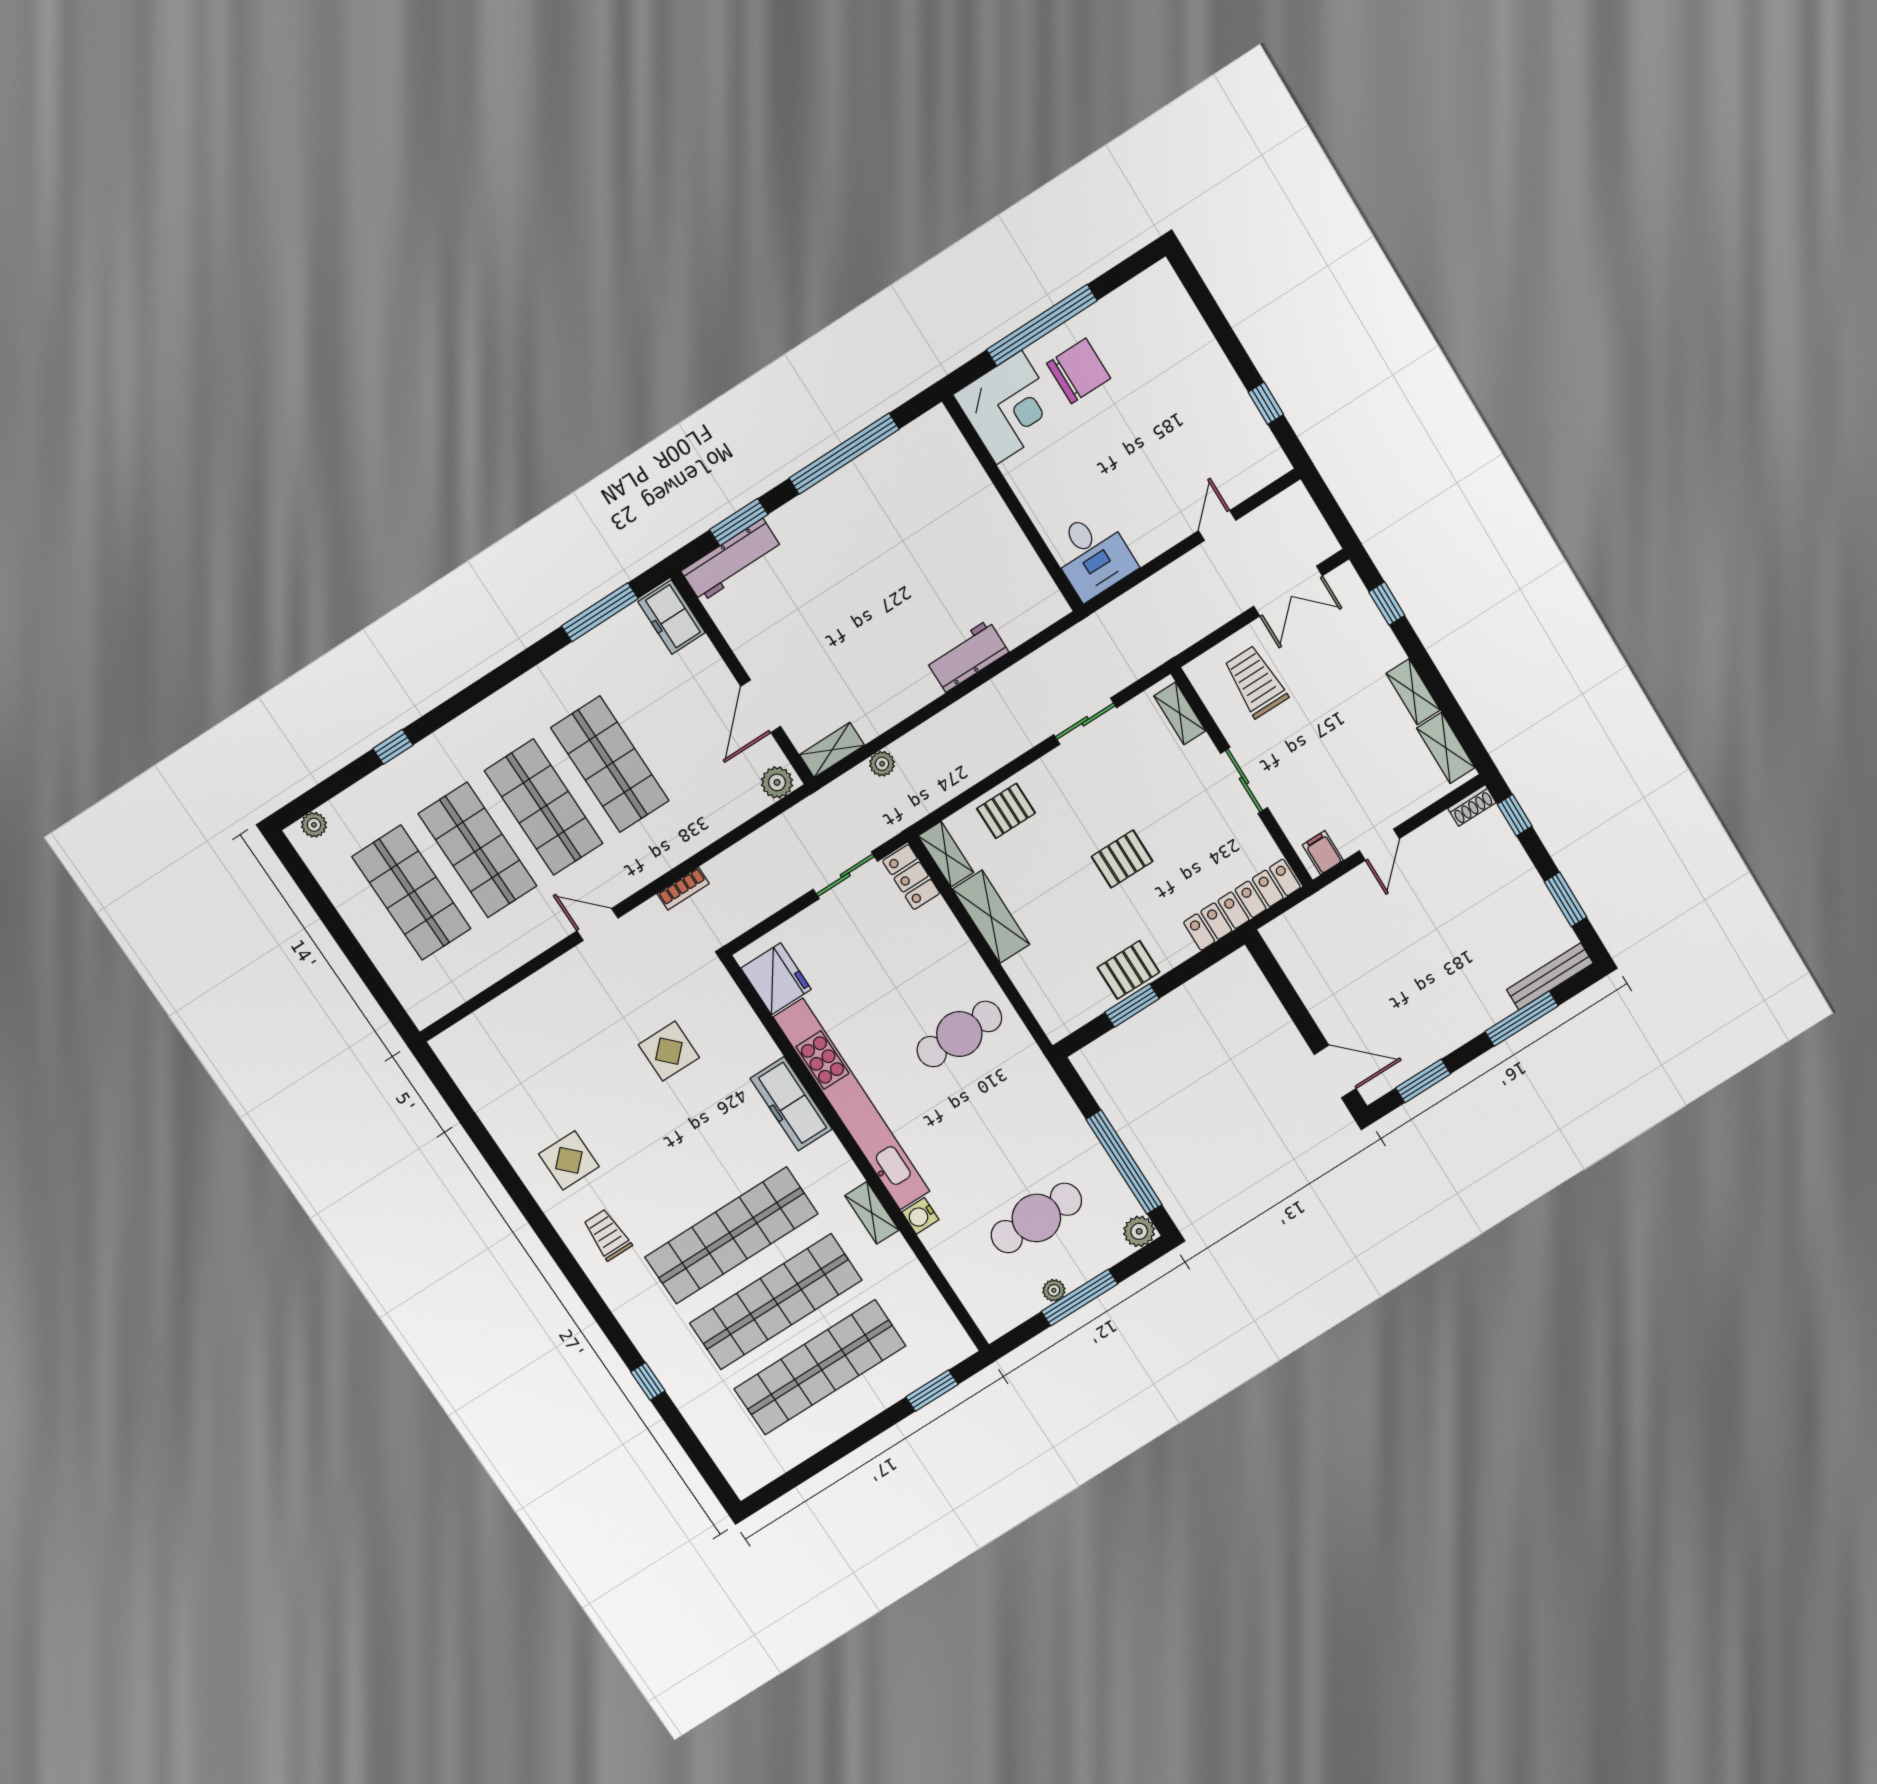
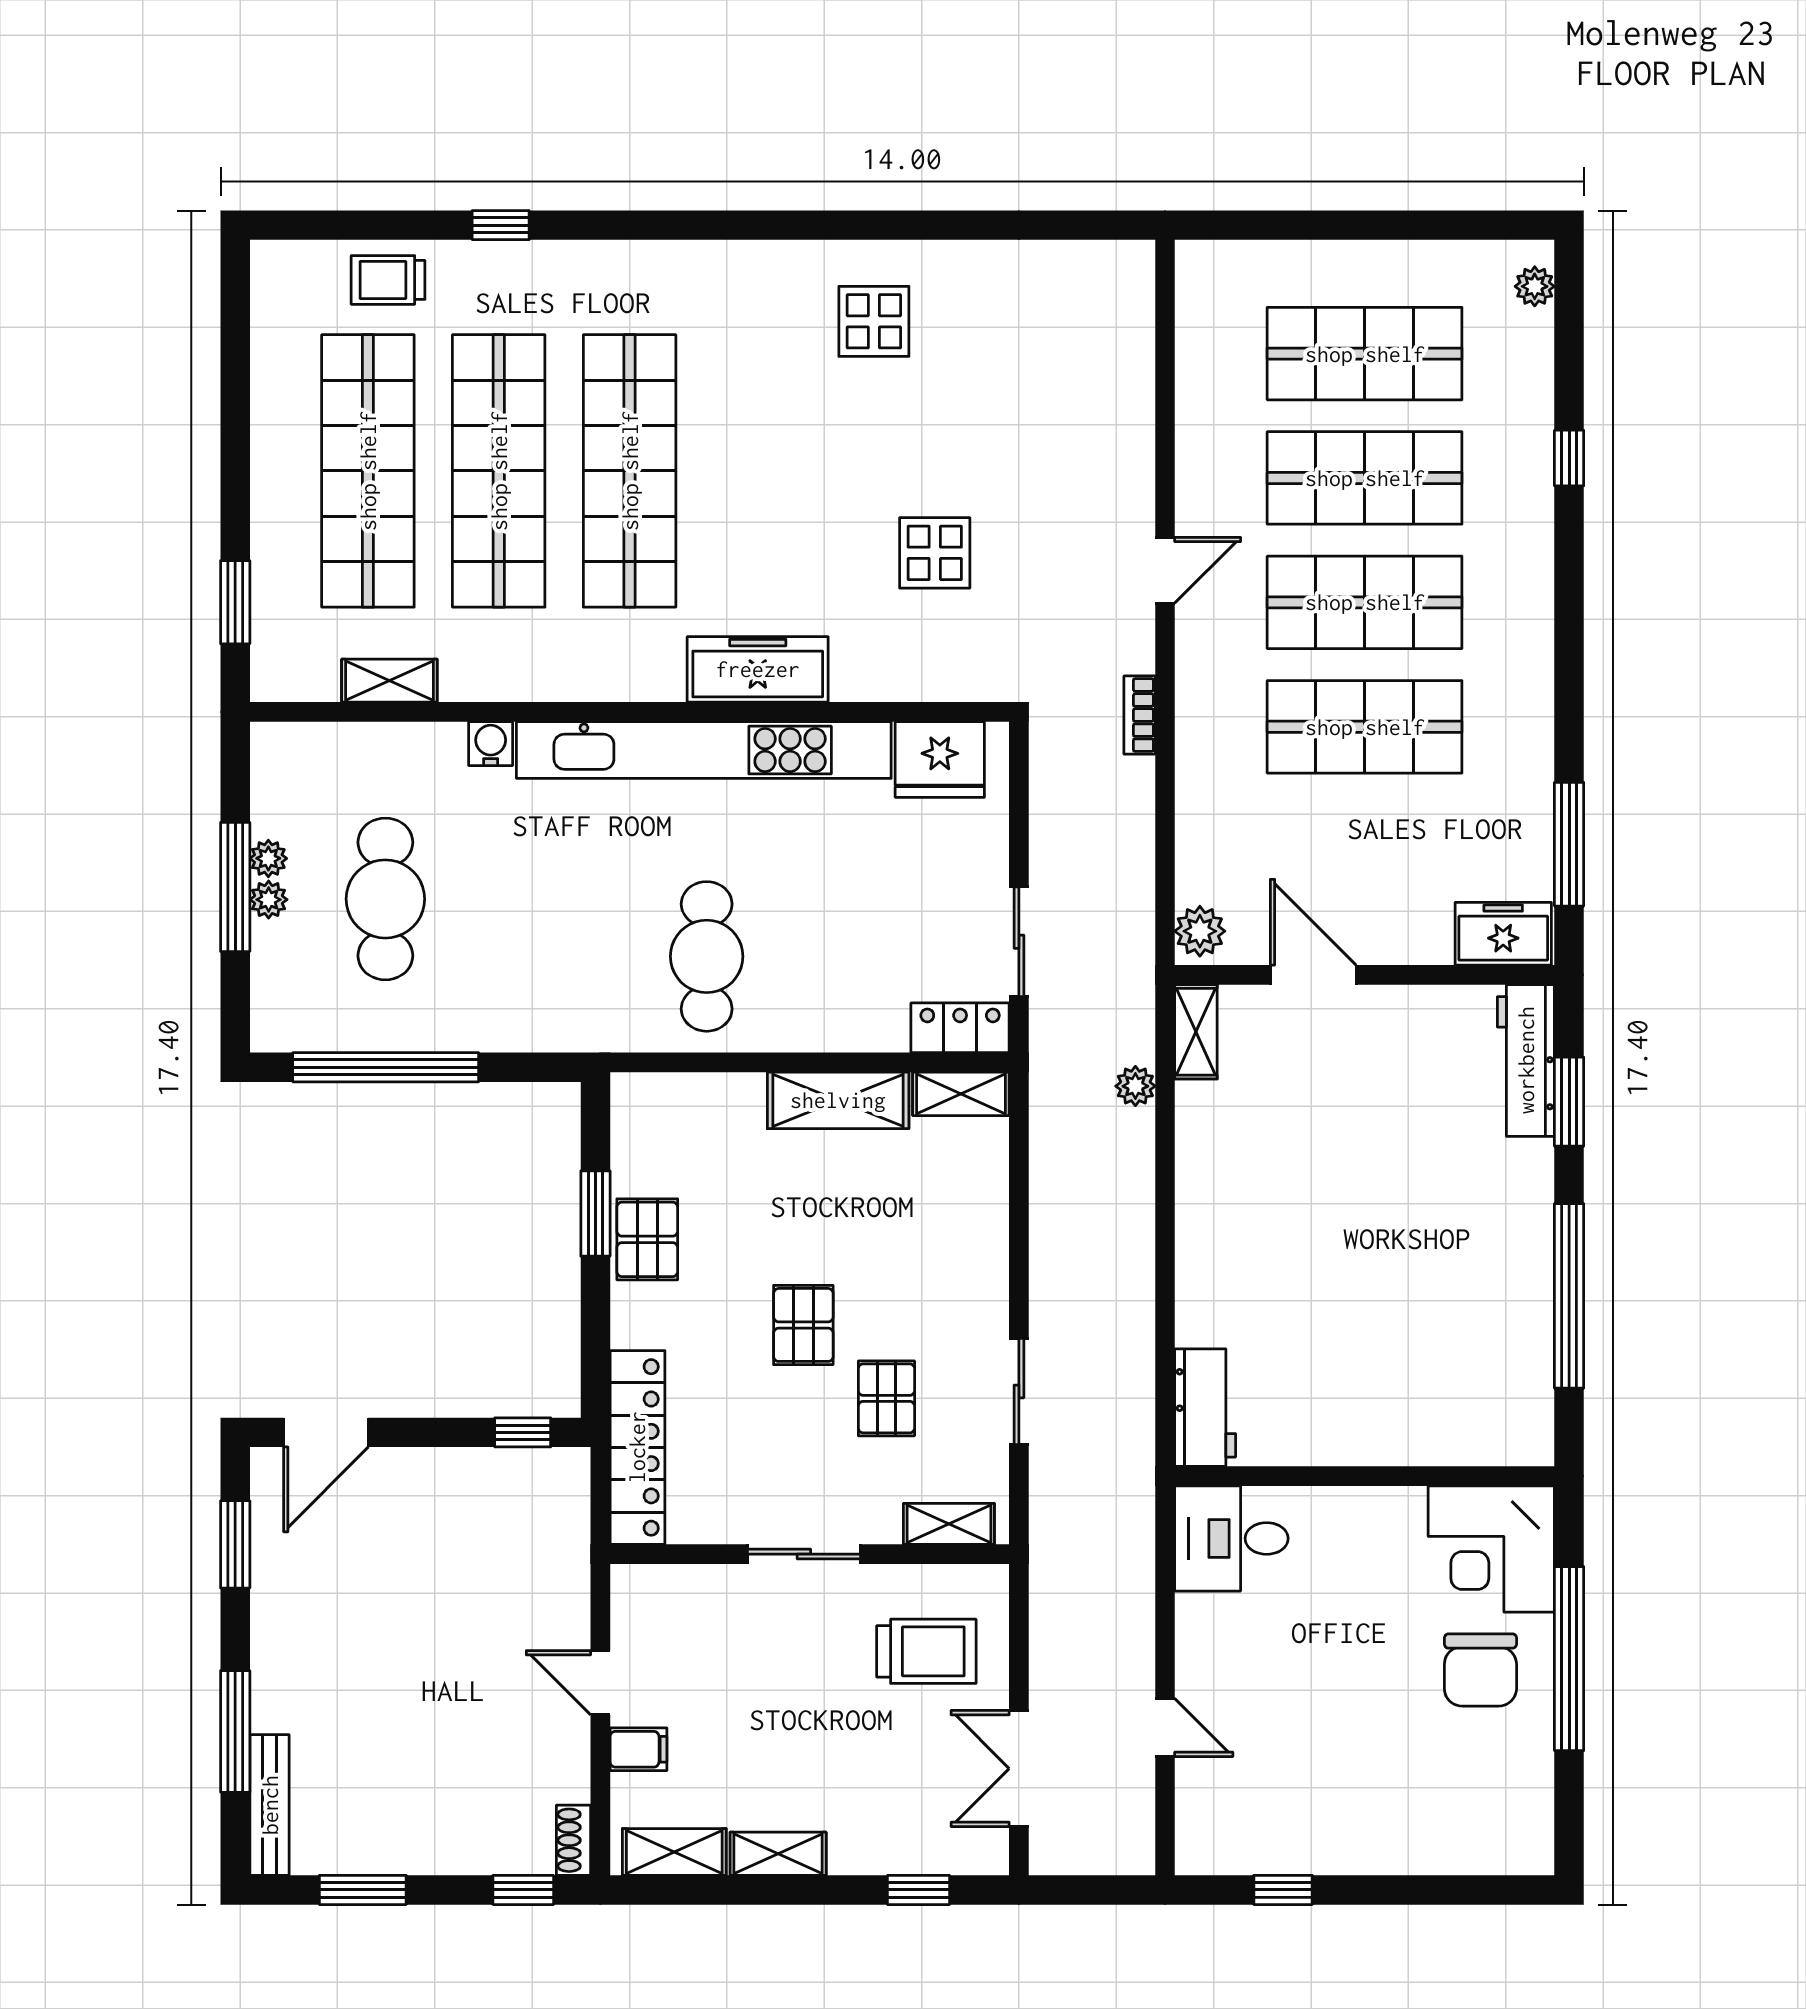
workbench: (967, 656) -> (1205, 1408), moved
pallet: (1006, 811) -> (886, 1398), moved
filing cabinet: (1323, 853) -> (639, 1749), moved
window: (1272, 970) -> (523, 1432), added
shelving: (872, 1213) -> (389, 681), moved
plant: (1139, 1231) -> (269, 900), moved, width x0.73, depth x0.73
trolley: (607, 1235) -> (388, 280), moved, turned 180

